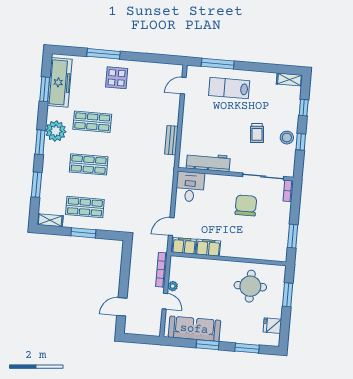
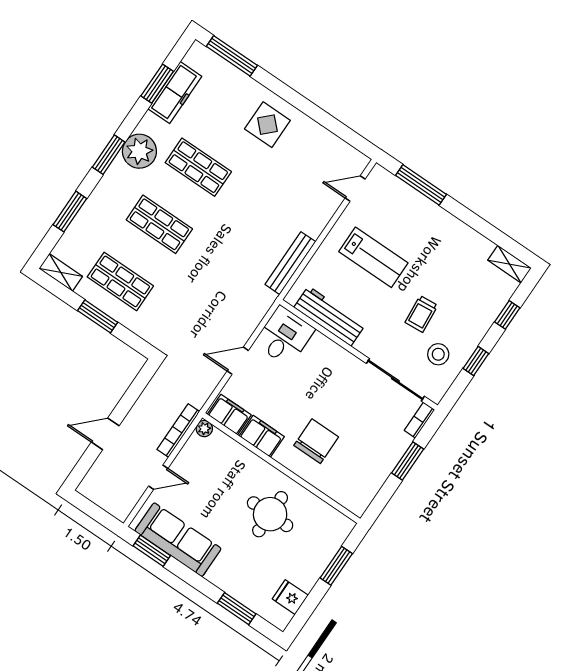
window: (103, 54) -> (232, 56), moved
freezer: (60, 82) -> (175, 93), width x0.73, depth x0.79
lab bench: (229, 88) -> (373, 257), moved, turned 180
stool: (287, 138) -> (438, 354), moved
bench: (171, 140) -> (290, 263), width x1.36
chair: (246, 205) -> (316, 441), moved
door: (171, 226) -> (238, 361), moved
window: (293, 236) -> (408, 461), moved
plant: (173, 286) -> (204, 429), moved
round table: (250, 286) -> (270, 514), moved
door: (165, 301) -> (158, 477), hinge flipped
door: (122, 307) -> (105, 434), moved
window: (208, 345) -> (152, 551), moved

